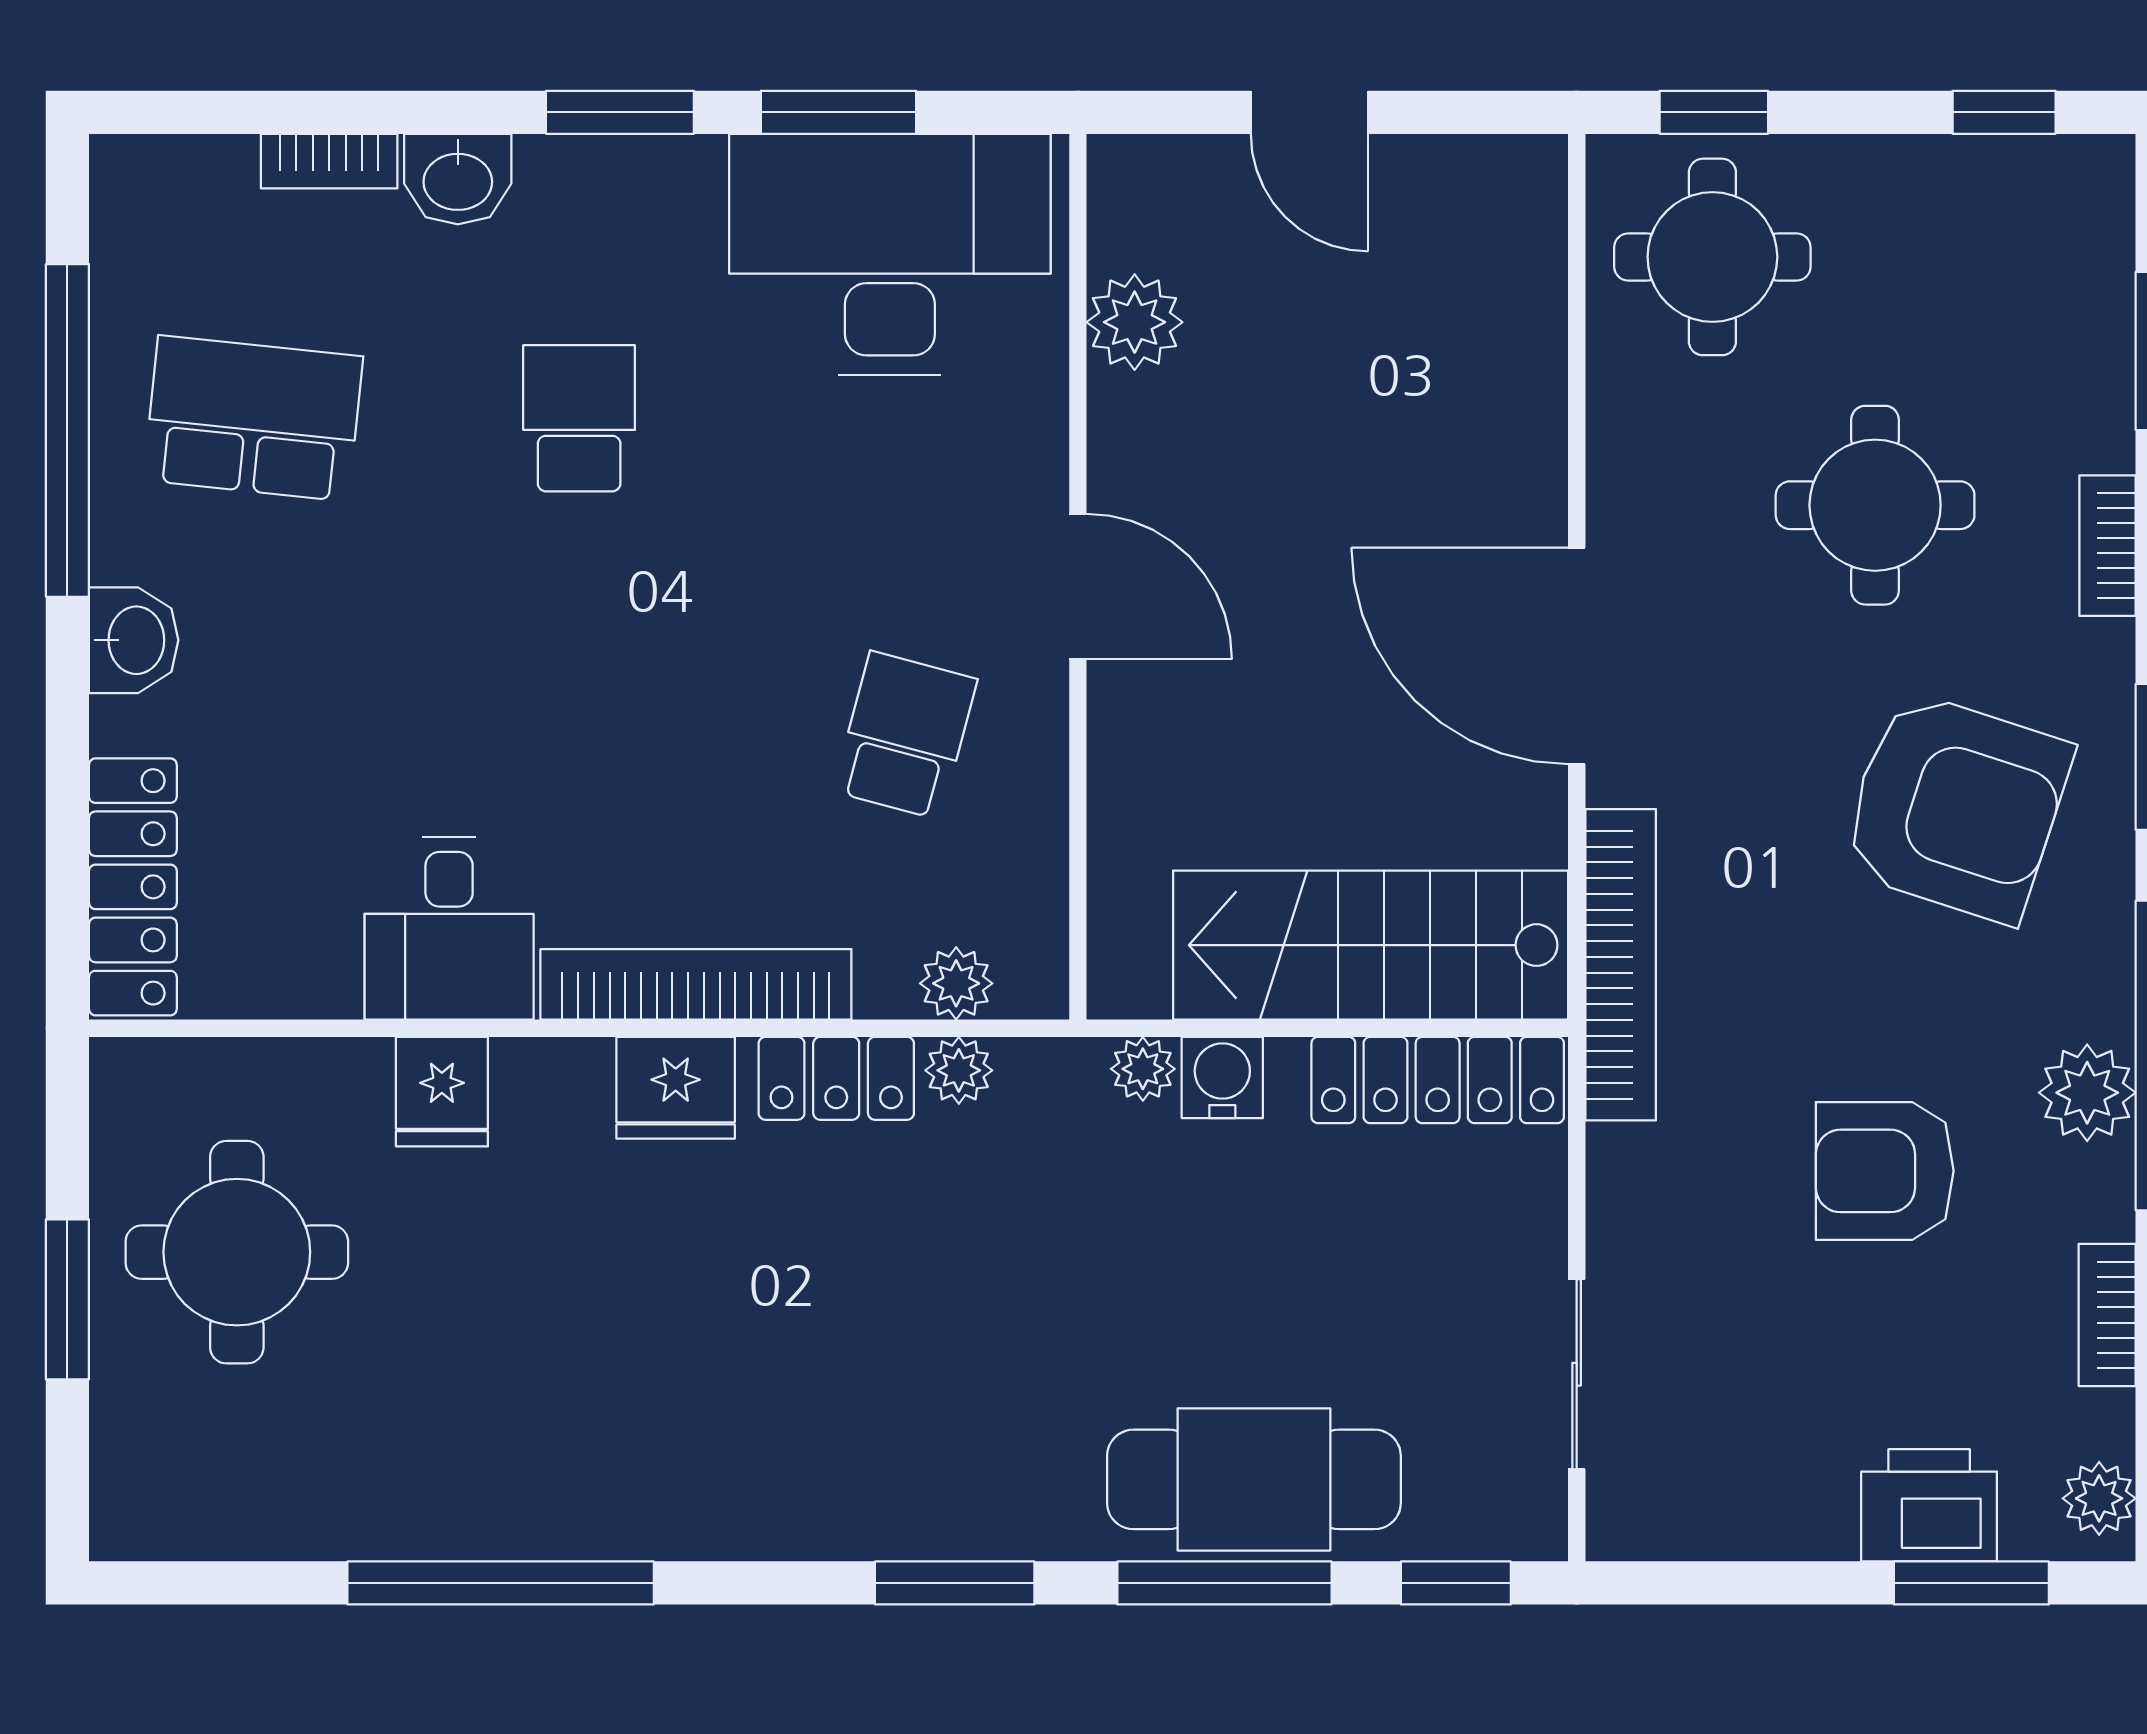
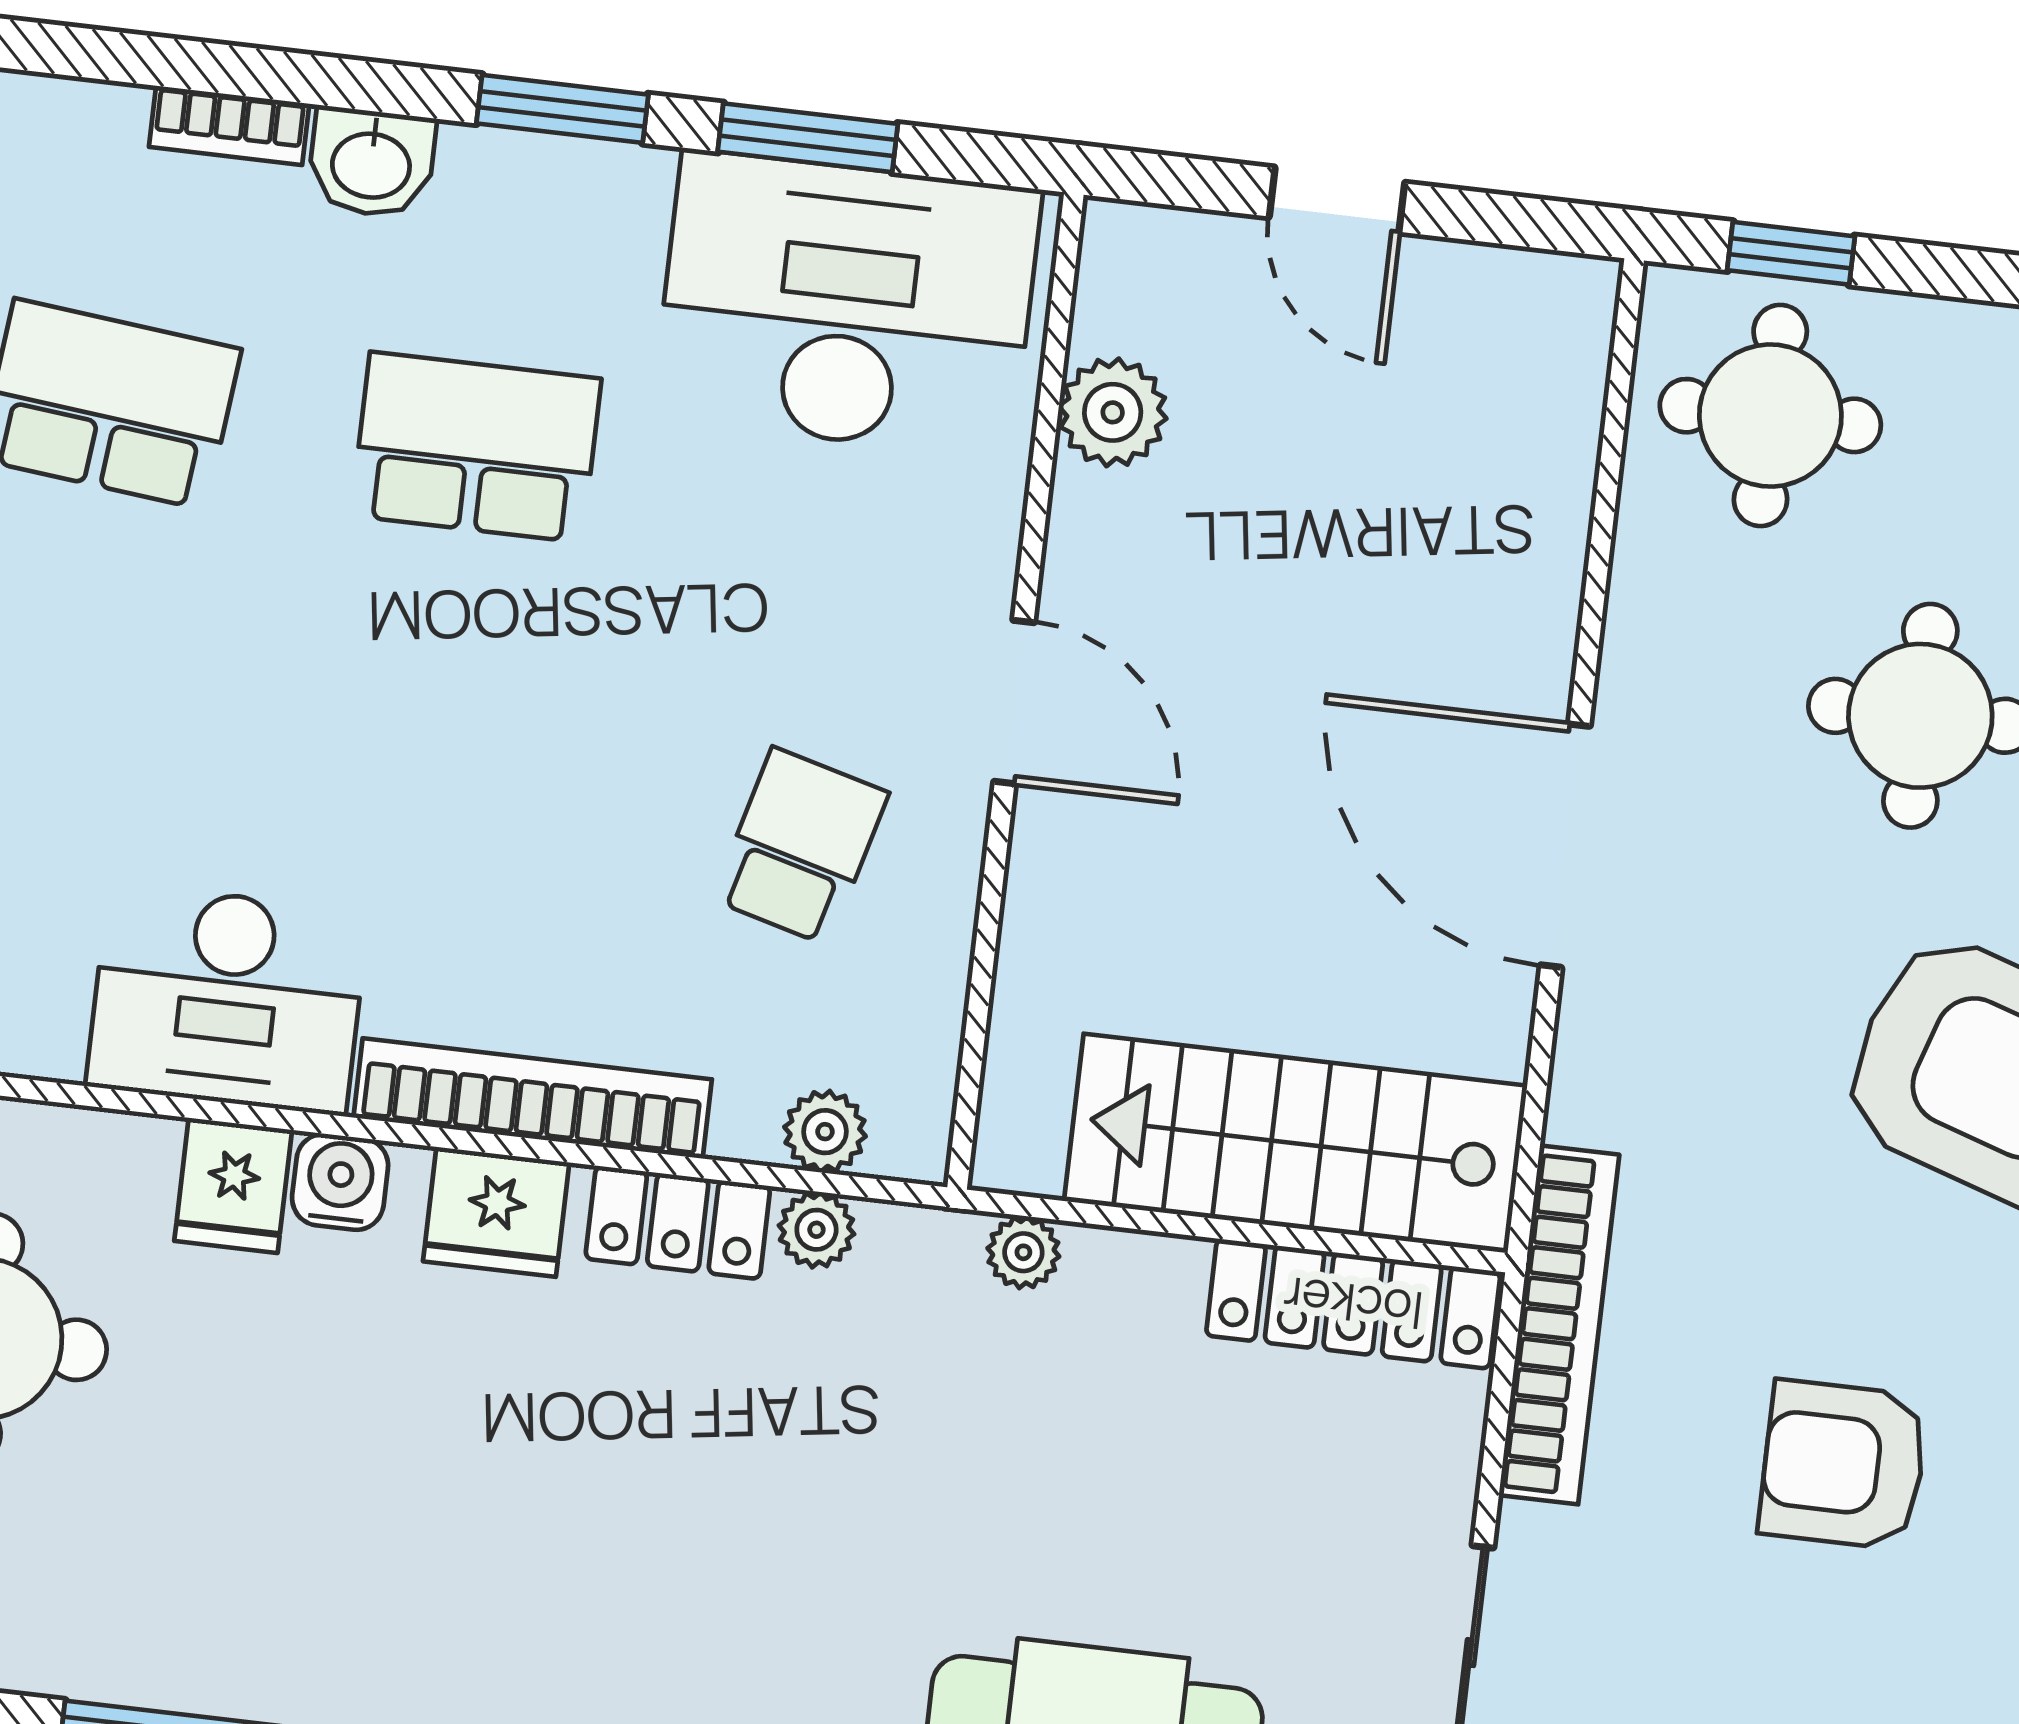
school desk: (579, 418) -> (476, 447), width x1.85
desk: (449, 928) -> (227, 999), width x1.37
bookcase: (1621, 965) -> (1559, 1325), moved
water cooler: (1222, 1077) -> (340, 1182), moved

